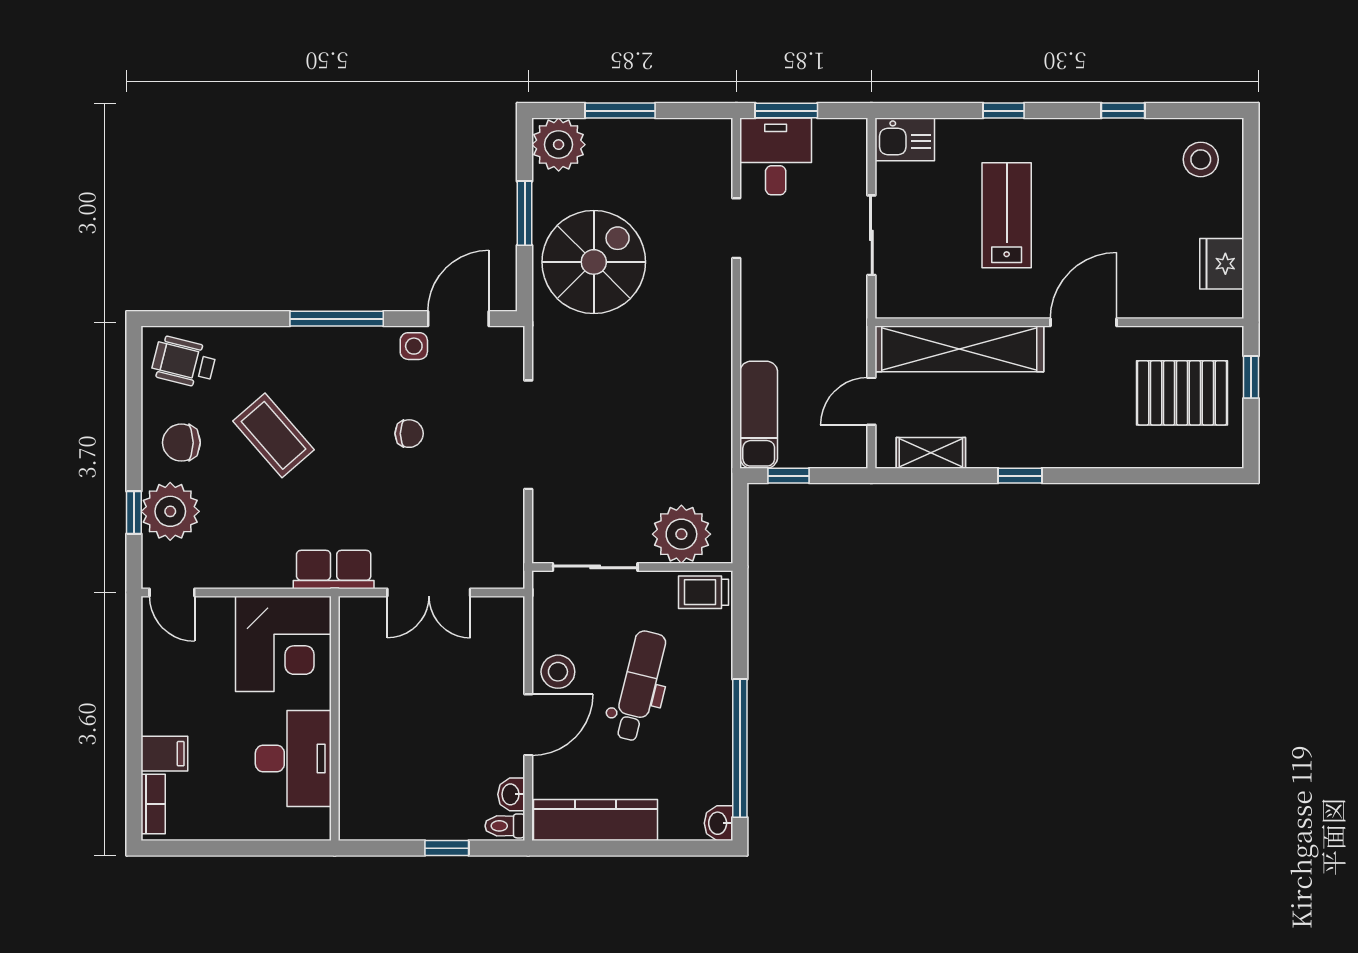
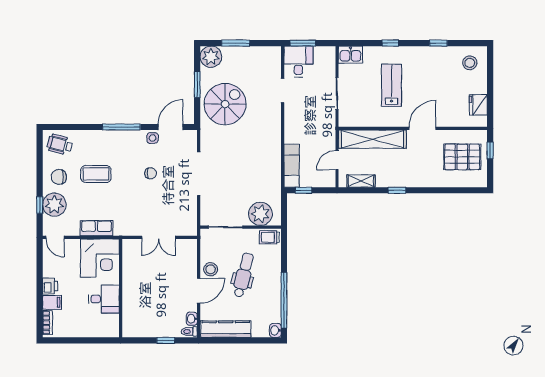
coffee table: (274, 435) -> (96, 174), turned -49
row of seats: (334, 570) -> (96, 228), moved
printer: (159, 713) -> (50, 286), added
desk: (293, 758) -> (104, 299), width x0.73

